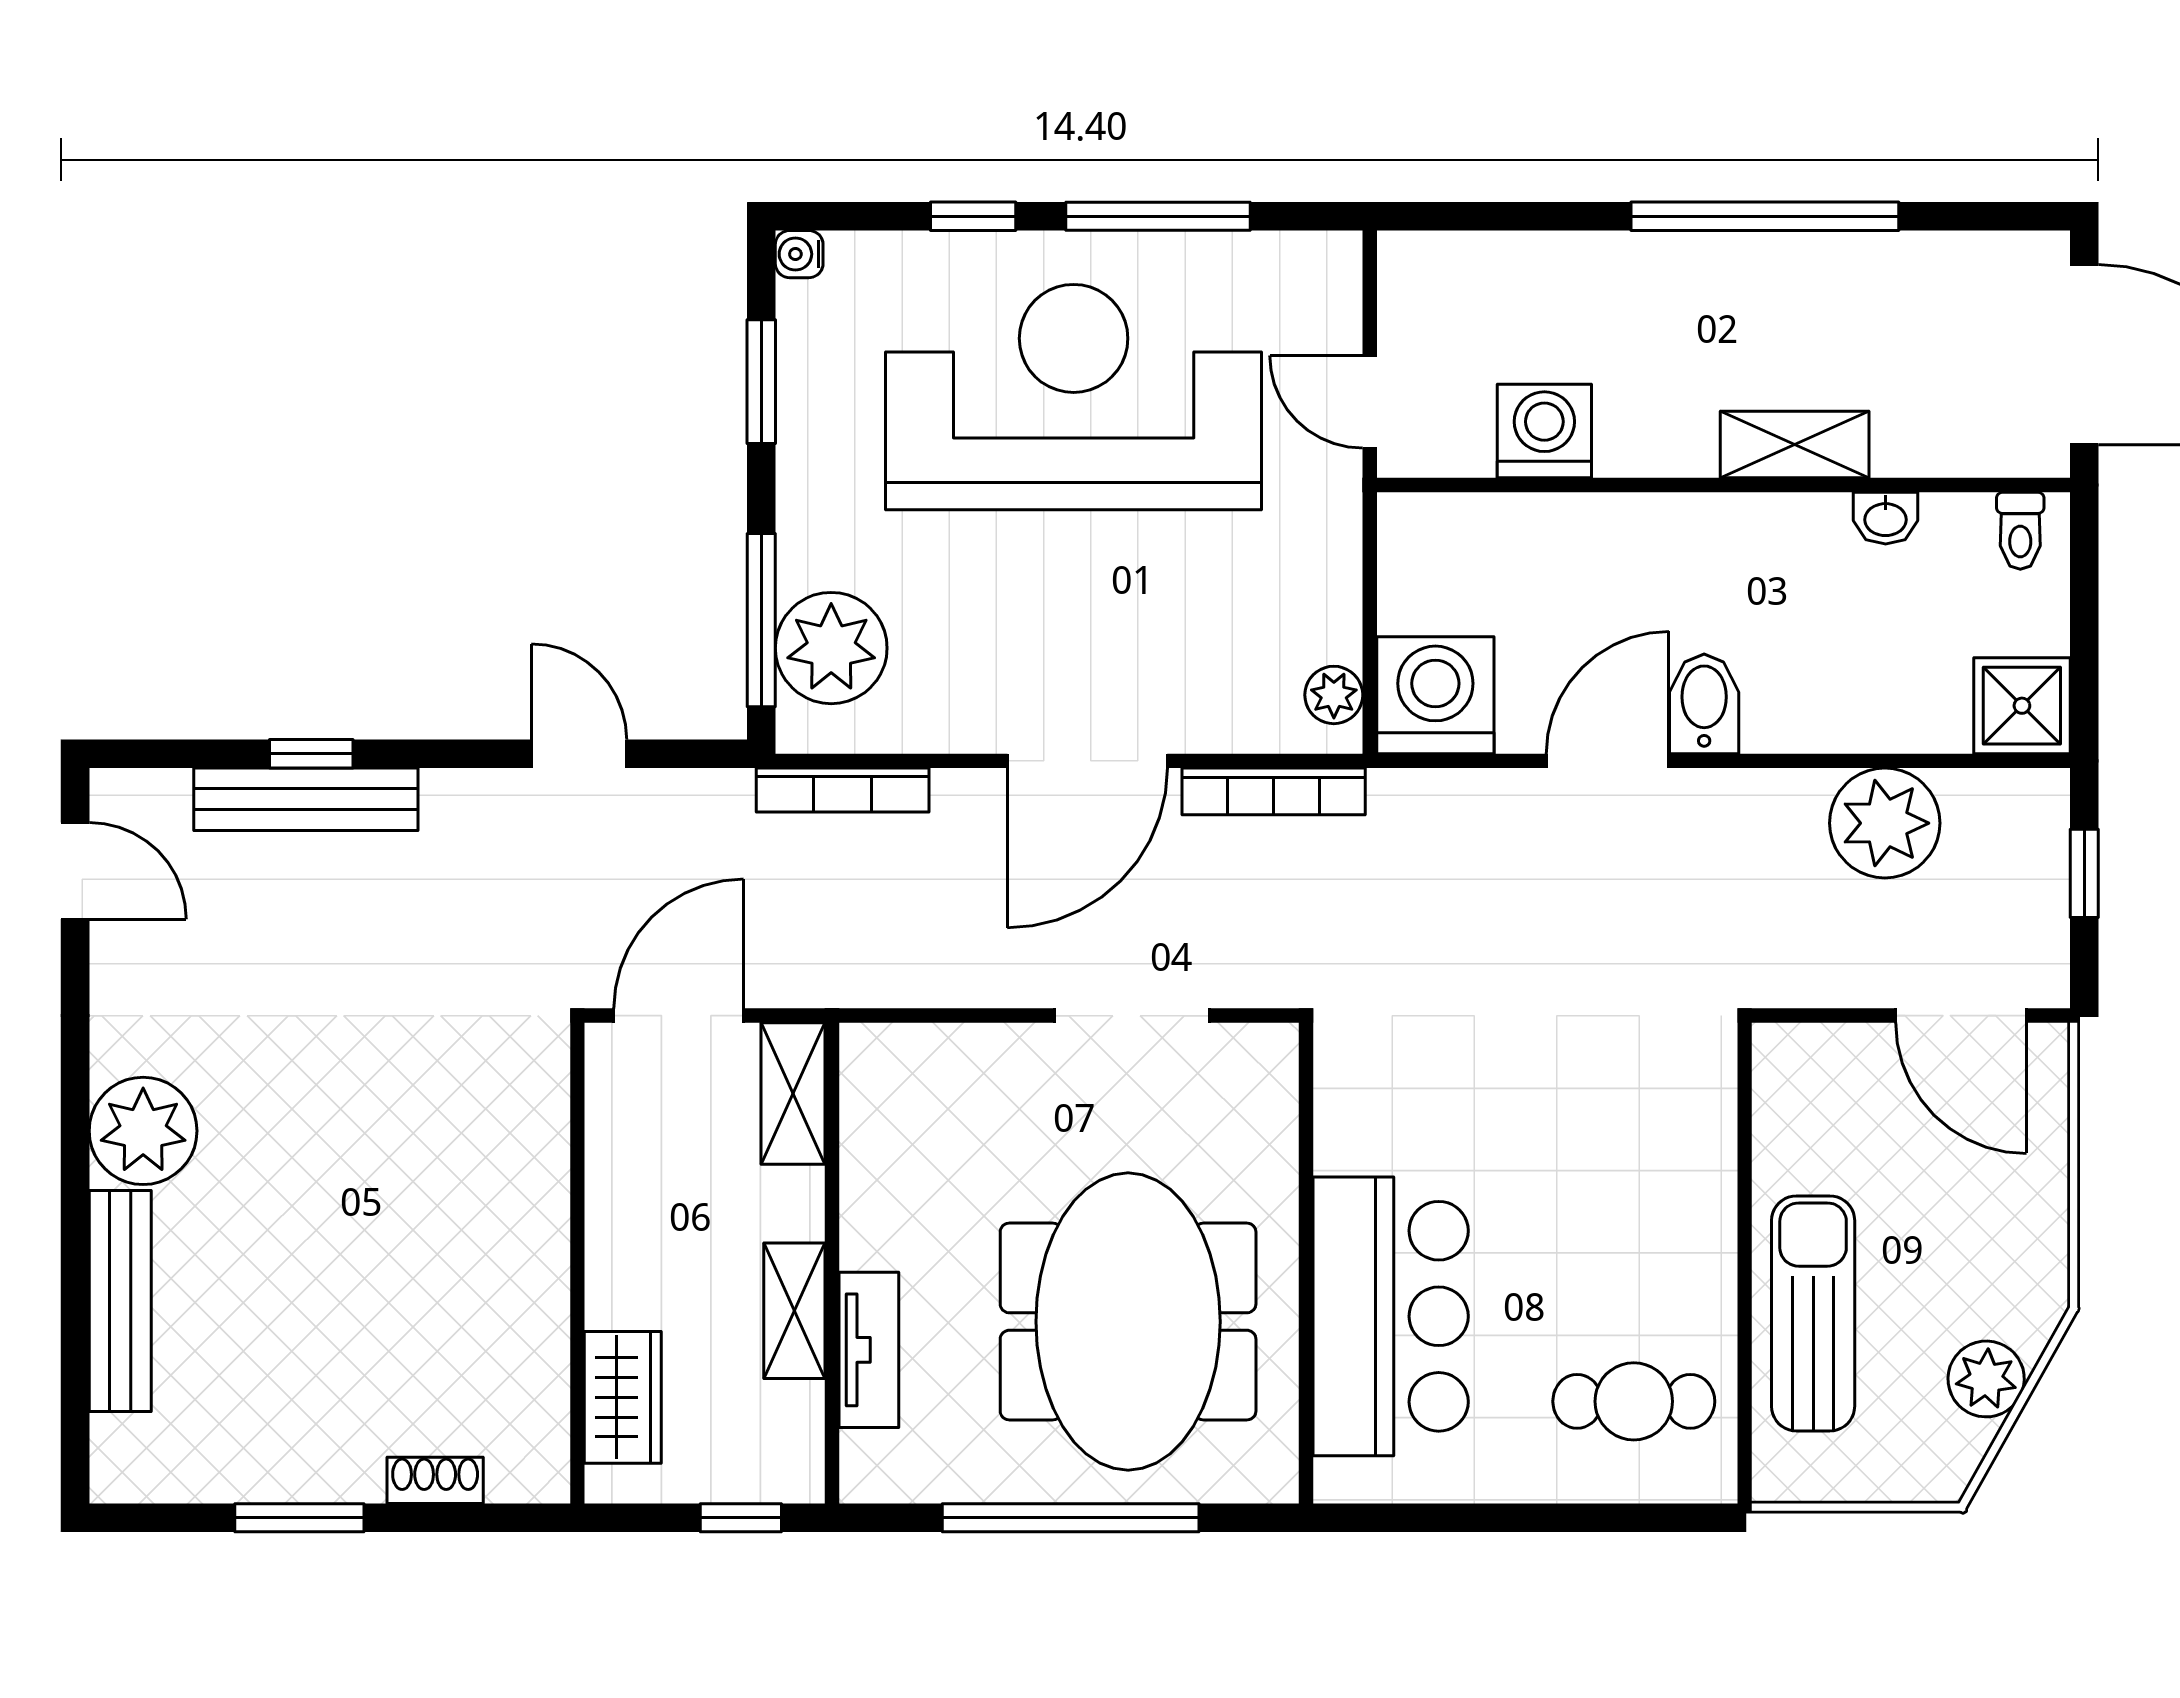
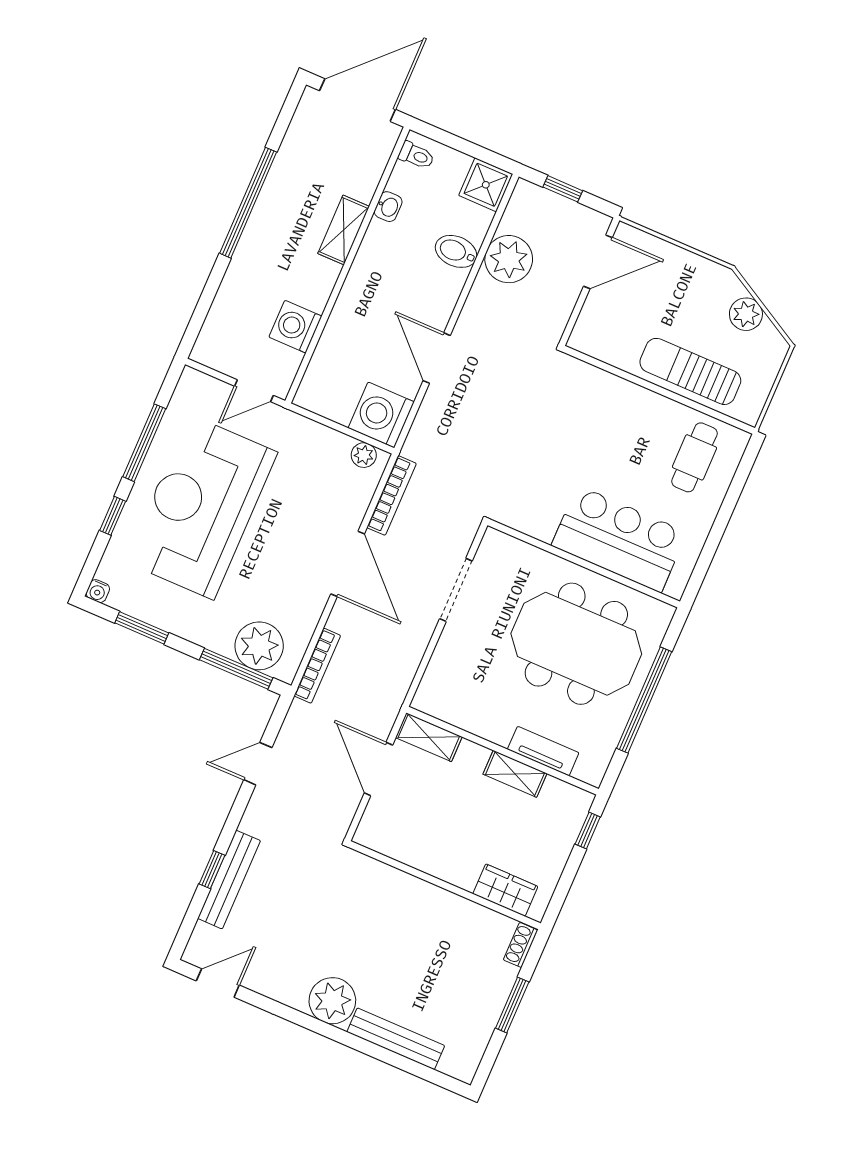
bidet: (1704, 704) -> (456, 251), moved
wall: (577, 1263) -> (444, 885), moved
wardrobe: (623, 1397) -> (505, 890), moved

